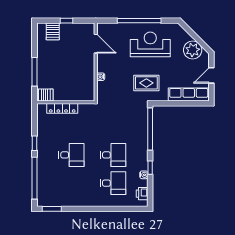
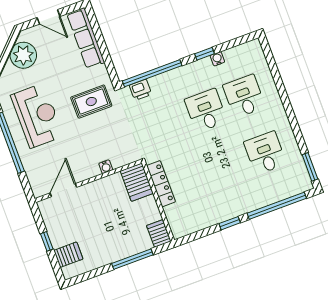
reception desk: (150, 44) -> (37, 116), turned 180
rug: (146, 83) -> (91, 102), turned 90
server rack: (83, 93) -> (137, 182), added
locker: (62, 108) -> (161, 184), moved
desk: (71, 155) -> (265, 153), moved
printer: (142, 194) -> (141, 90), moved

